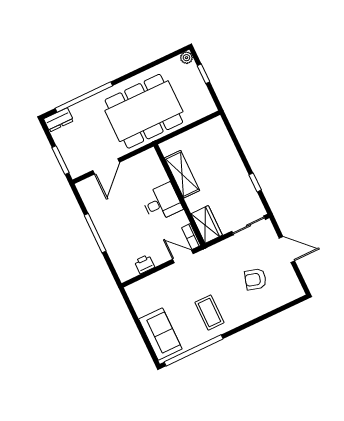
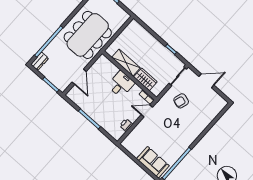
wardrobe: (207, 224) -> (145, 79), moved
armchair: (255, 279) -> (181, 101), moved
coffee table: (209, 313) -> (176, 137), removed

